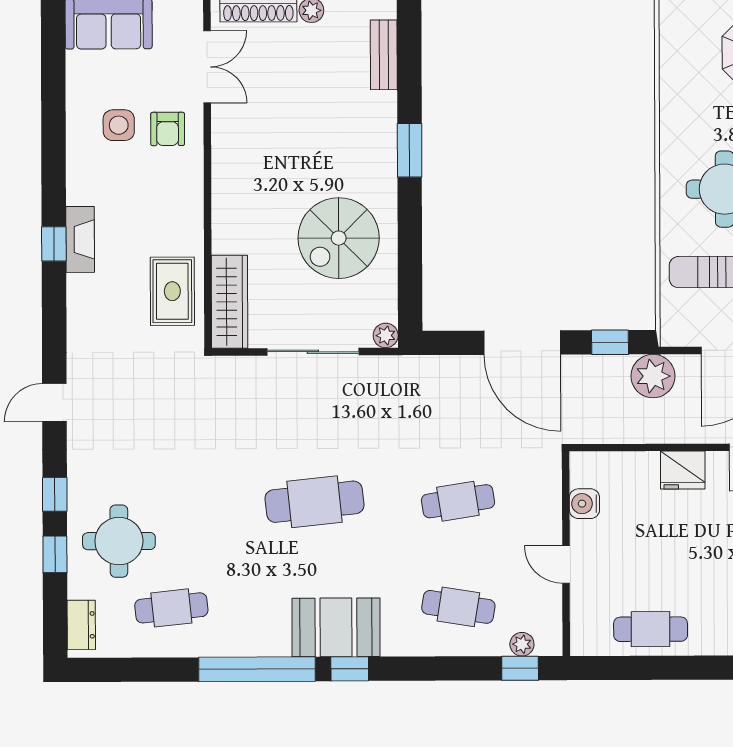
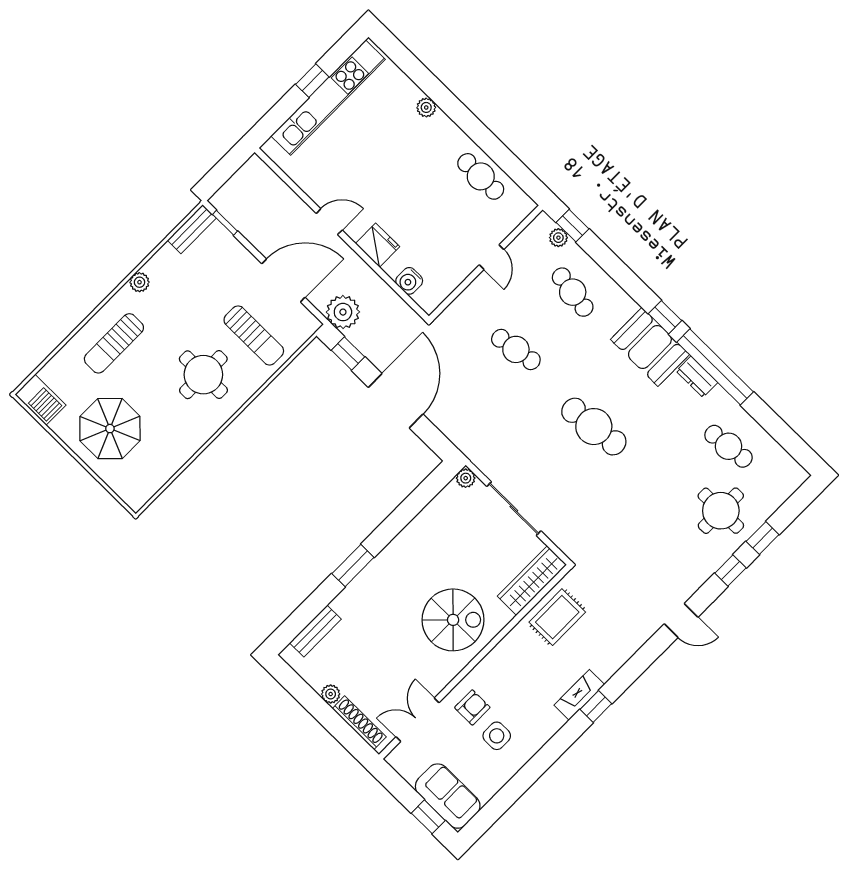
spiral stairs: (339, 238) -> (453, 620), moved
water cooler: (584, 504) -> (409, 281), moved, turned 90
dresser: (81, 625) -> (697, 377), moved, turned -90

